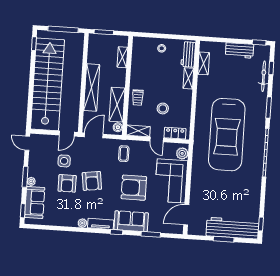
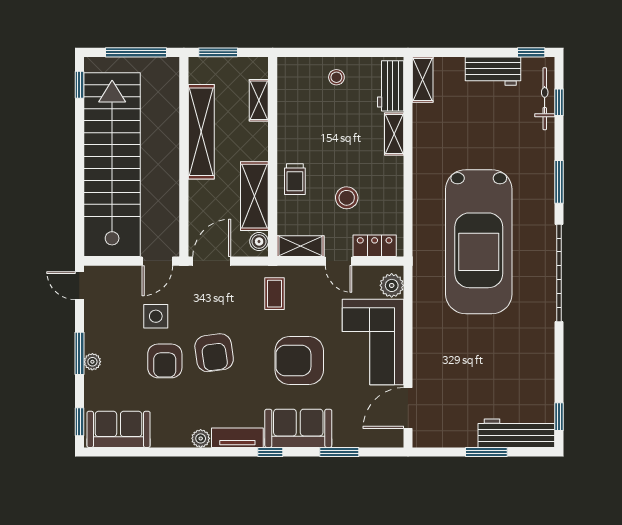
shelving: (204, 63) -> (423, 80), moved
bicycle: (264, 76) -> (545, 99), moved
shelving: (92, 87) -> (201, 132), moved
sofa: (35, 202) -> (119, 429), moved, turned -90
workbench: (232, 228) -> (516, 433), width x0.73, depth x0.76

